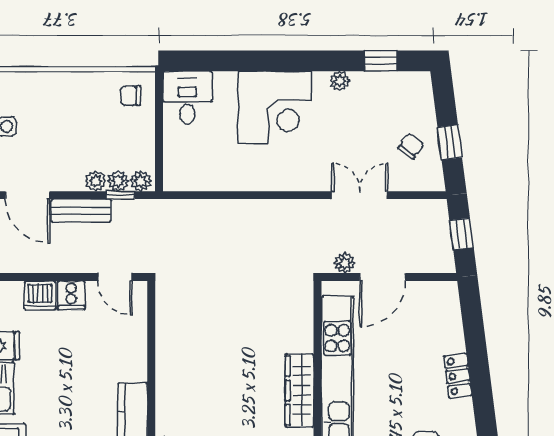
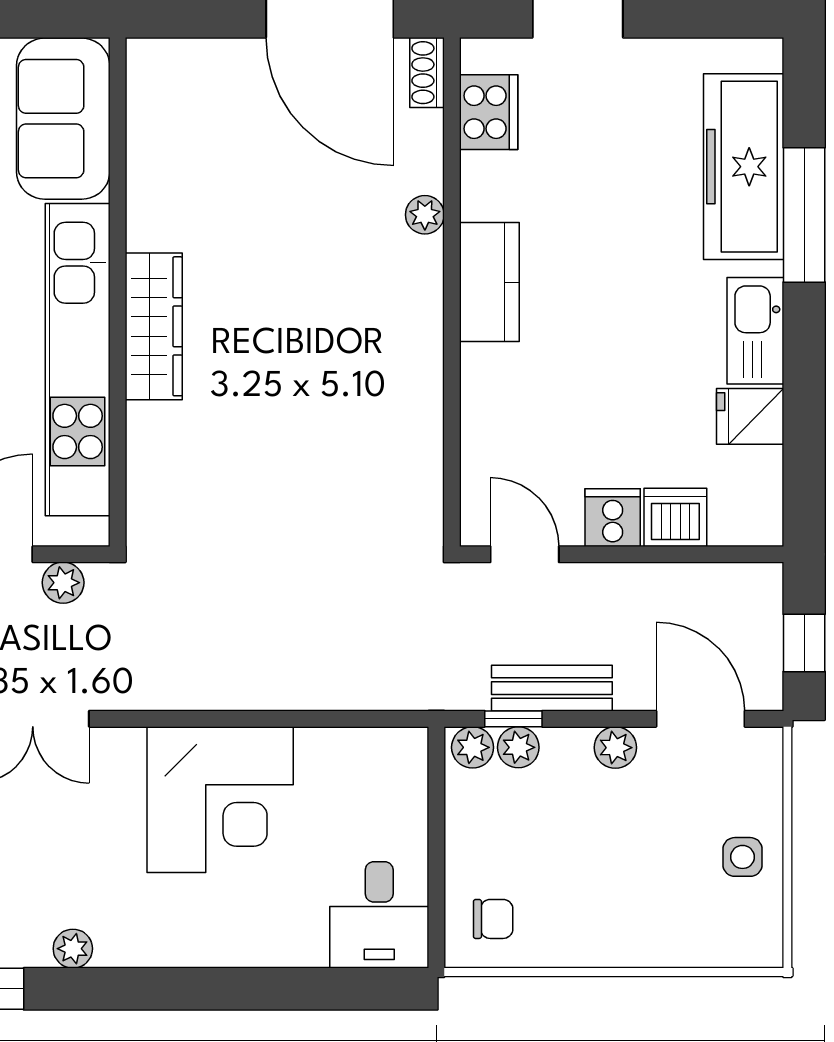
corner desk: (275, 107) -> (220, 800), moved, turned 180
plant: (95, 181) -> (615, 748), moved
bench: (81, 210) -> (552, 688), moved

